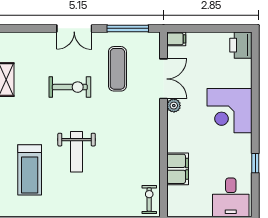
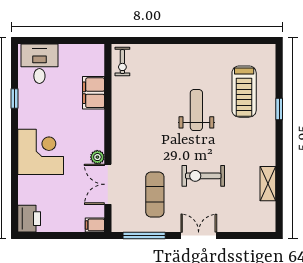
treadmill: (30, 170) -> (244, 92), turned 180

